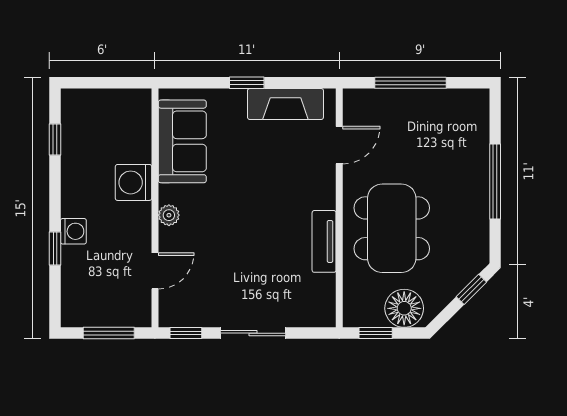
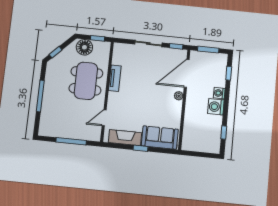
sofa: (182, 141) -> (160, 138), moved, turned 90
washing machine: (134, 182) -> (216, 107), moved, turned 180
window: (55, 248) -> (229, 73), moved
door: (155, 271) -> (187, 73), width x1.87

